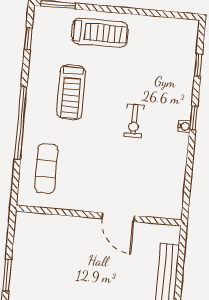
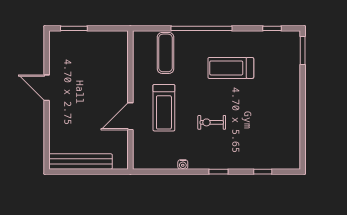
treadmill: (100, 33) -> (164, 108), moved
water cooler: (184, 126) -> (183, 164), moved
exercise mat: (46, 168) -> (166, 53), turned 90

